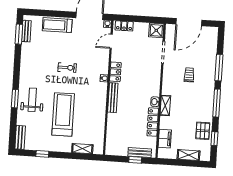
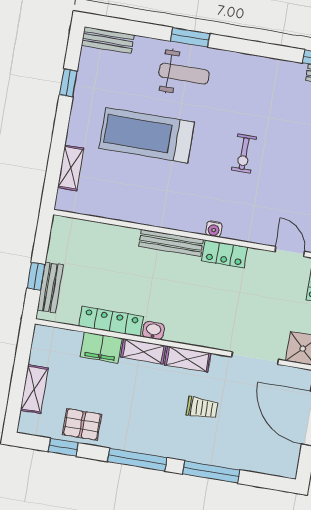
shelving: (167, 84) -> (188, 359), added
treadmill: (63, 114) -> (147, 135), turned 180
filing cabinet: (165, 139) -> (101, 348), moved

